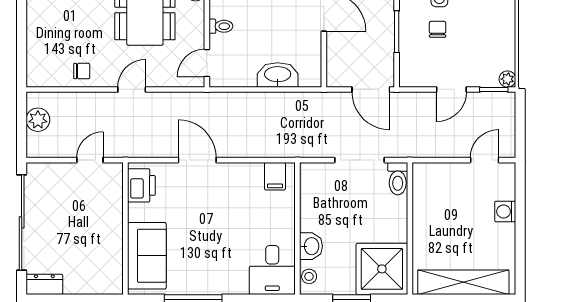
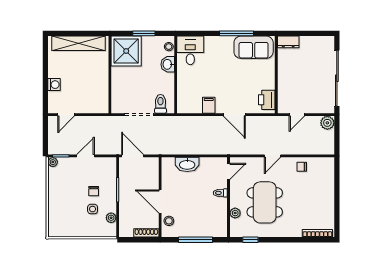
plant: (38, 120) -> (327, 123), moved
filing cabinet: (275, 176) -> (209, 105), moved
toilet: (398, 179) -> (160, 104), moved
sofa: (147, 256) -> (254, 47), moved, turned -90
dresser: (44, 284) -> (288, 42), moved

